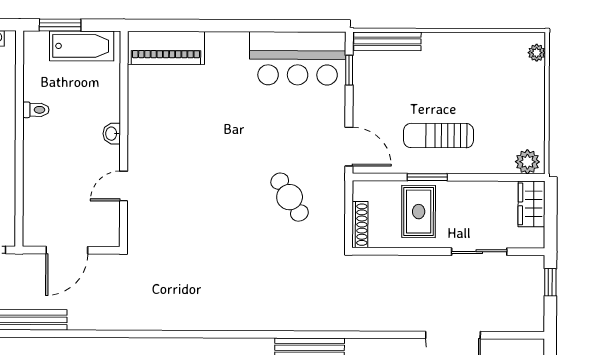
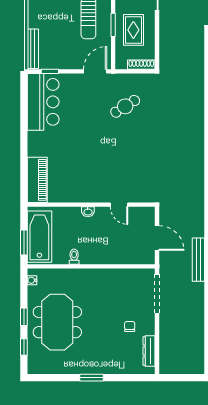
bathtub: (82, 46) -> (39, 237), width x1.36, depth x1.36
rug: (419, 212) -> (133, 30), turned 90

